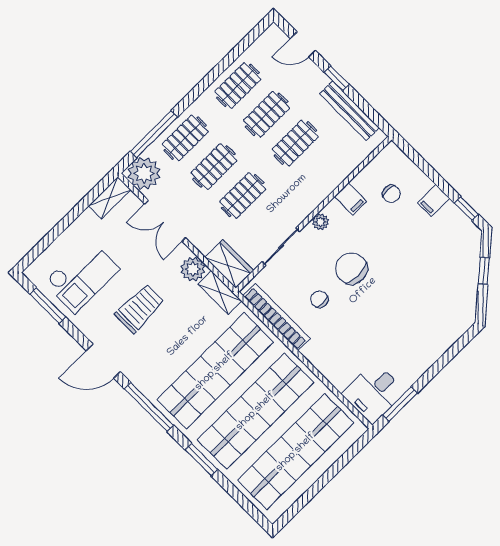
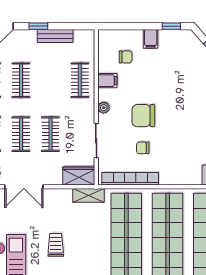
bench: (350, 111) -> (55, 36), width x0.73
clothes rail: (295, 143) -> (80, 80), moved
plant: (193, 269) -> (63, 197), removed
trolley: (140, 309) -> (56, 245), width x0.73, depth x0.72

